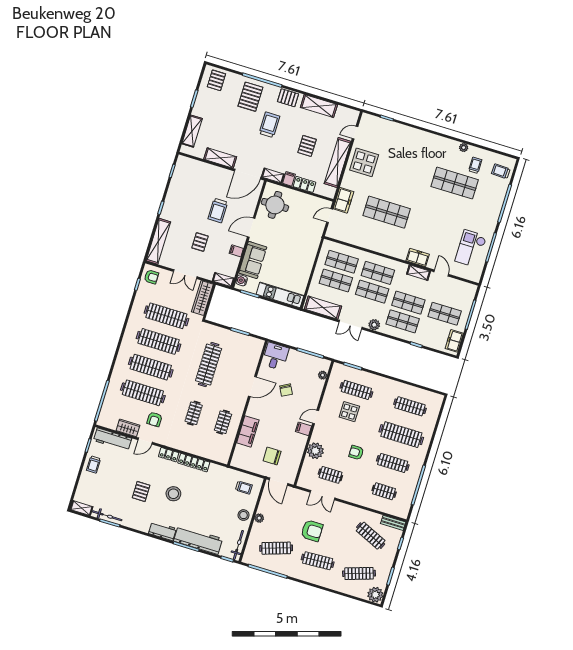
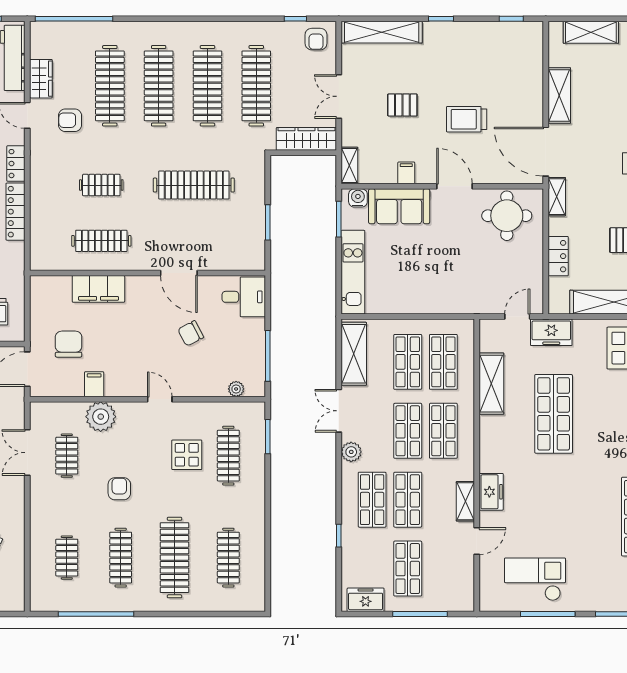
filing cabinet: (289, 179) -> (560, 226), removed
door: (330, 216) -> (517, 316), hinge flipped
shelving: (361, 240) -> (491, 384), added
clothes rail: (223, 422) -> (101, 241), width x1.36
filing cabinet: (303, 429) -> (94, 384), moved
bench: (393, 523) -> (17, 590), removed

